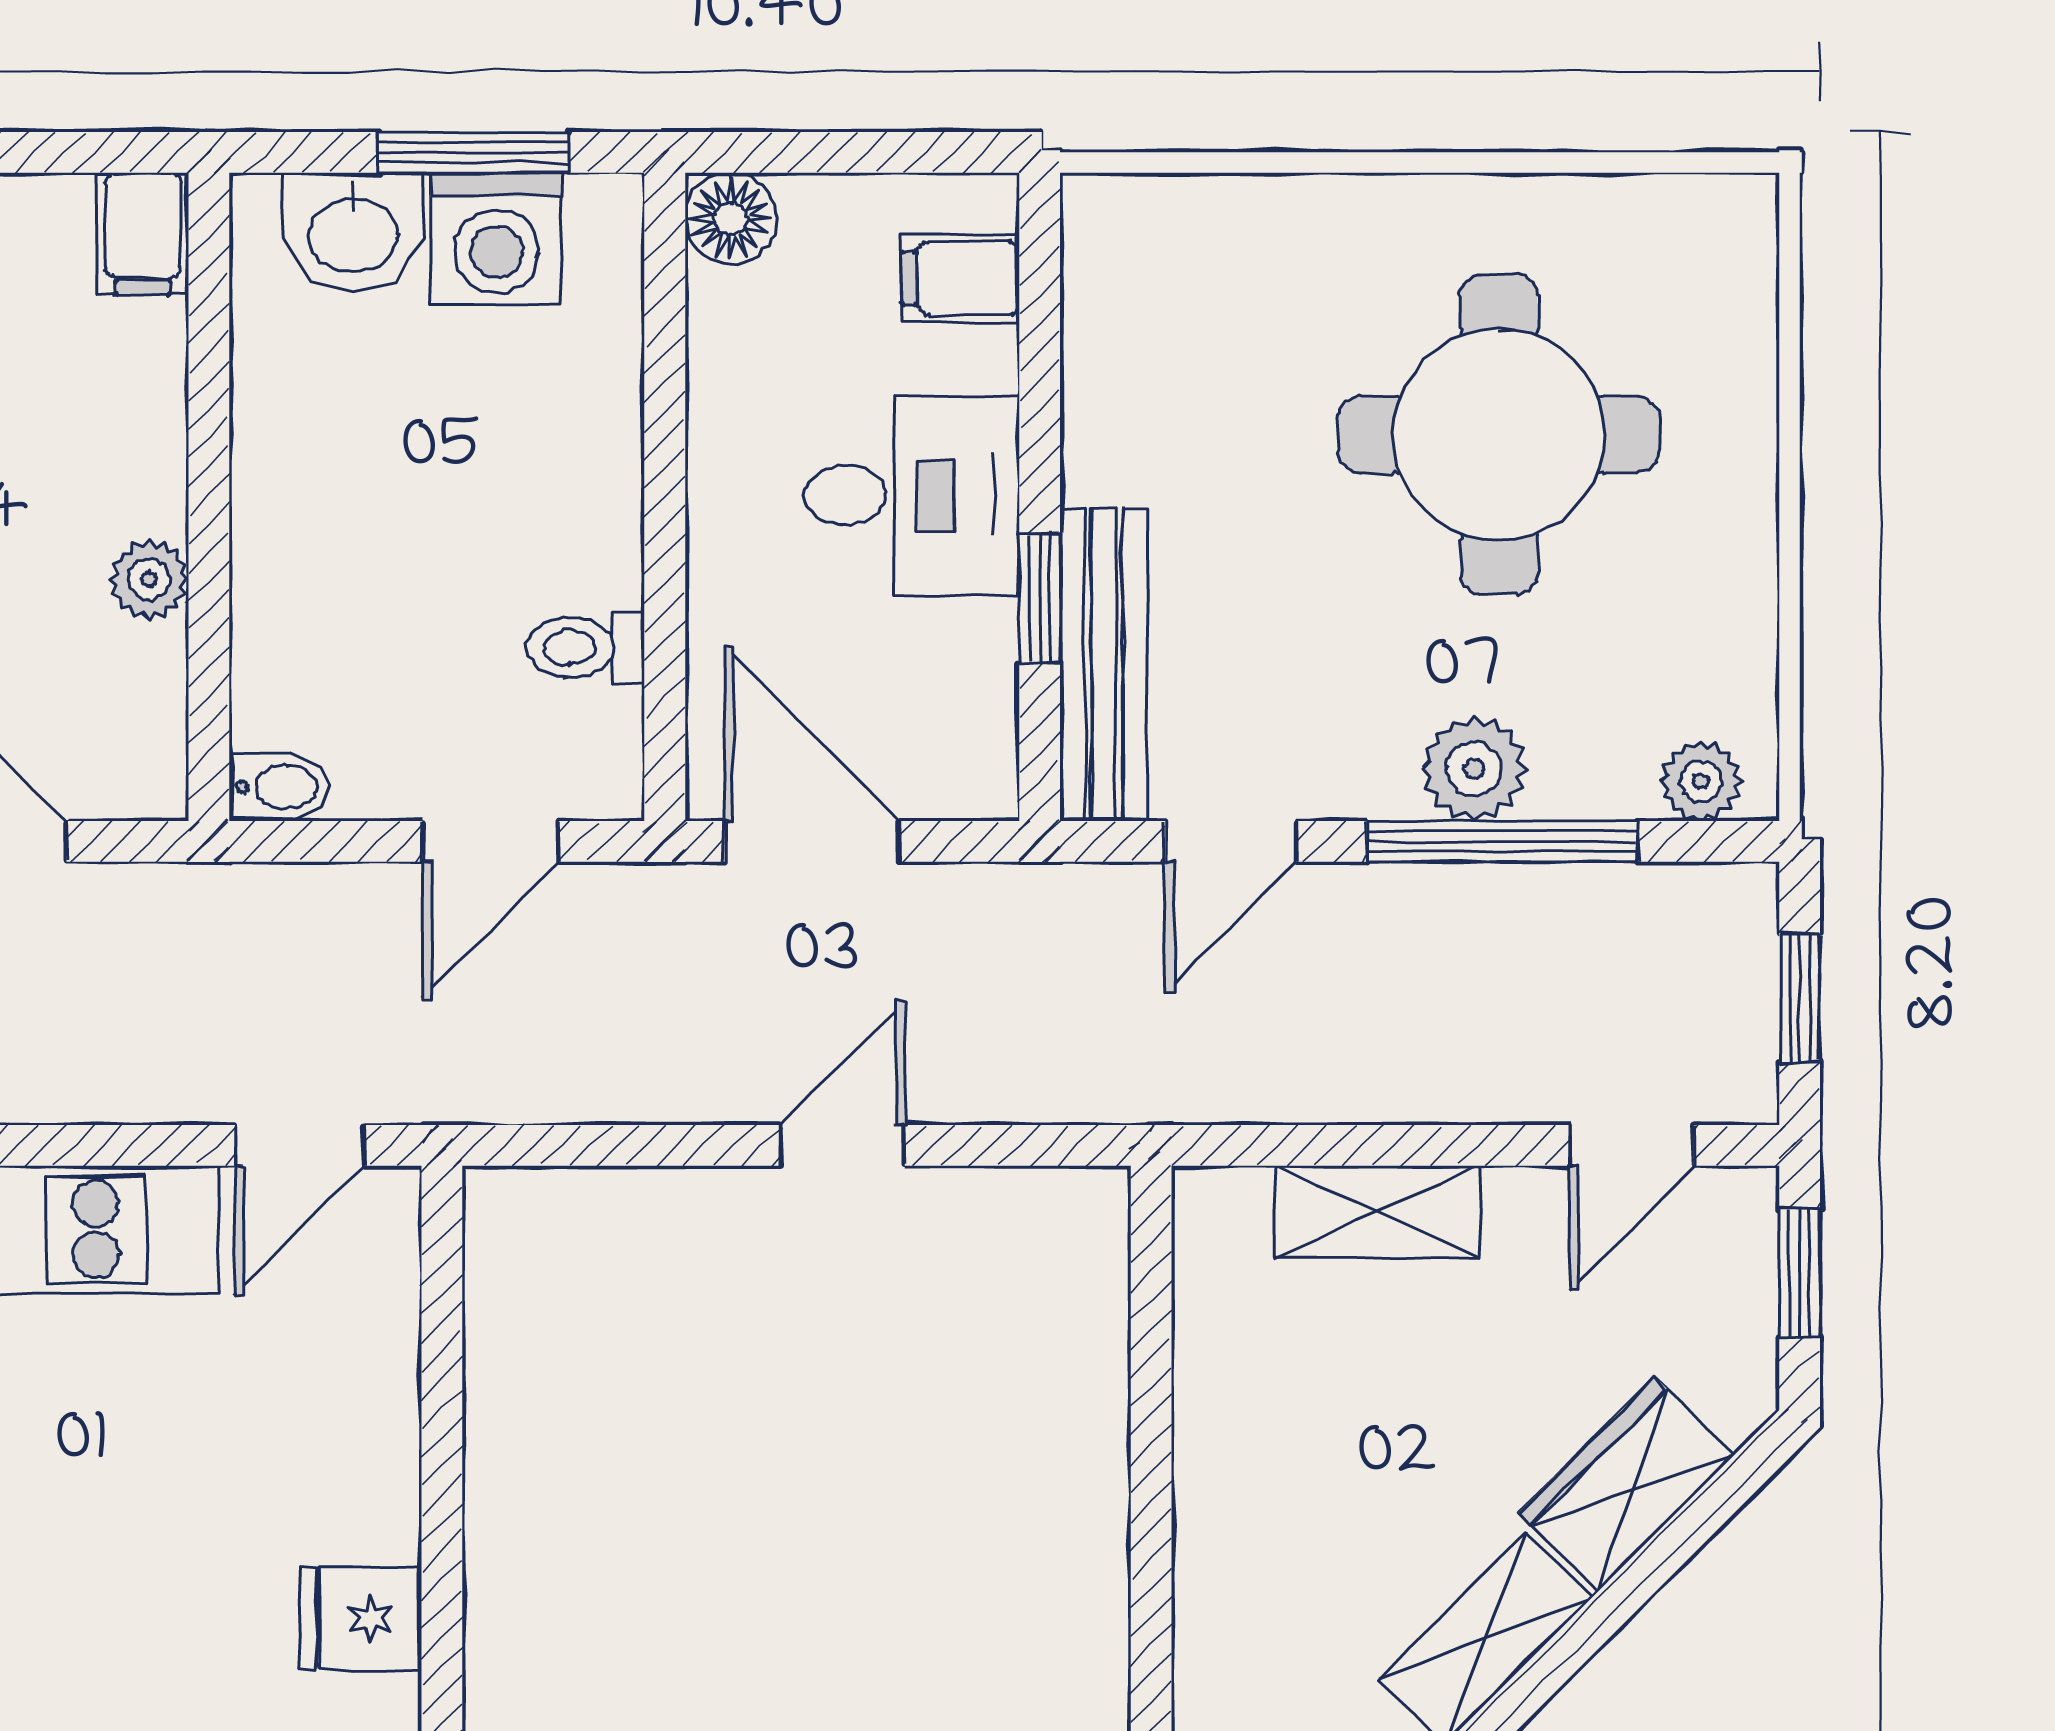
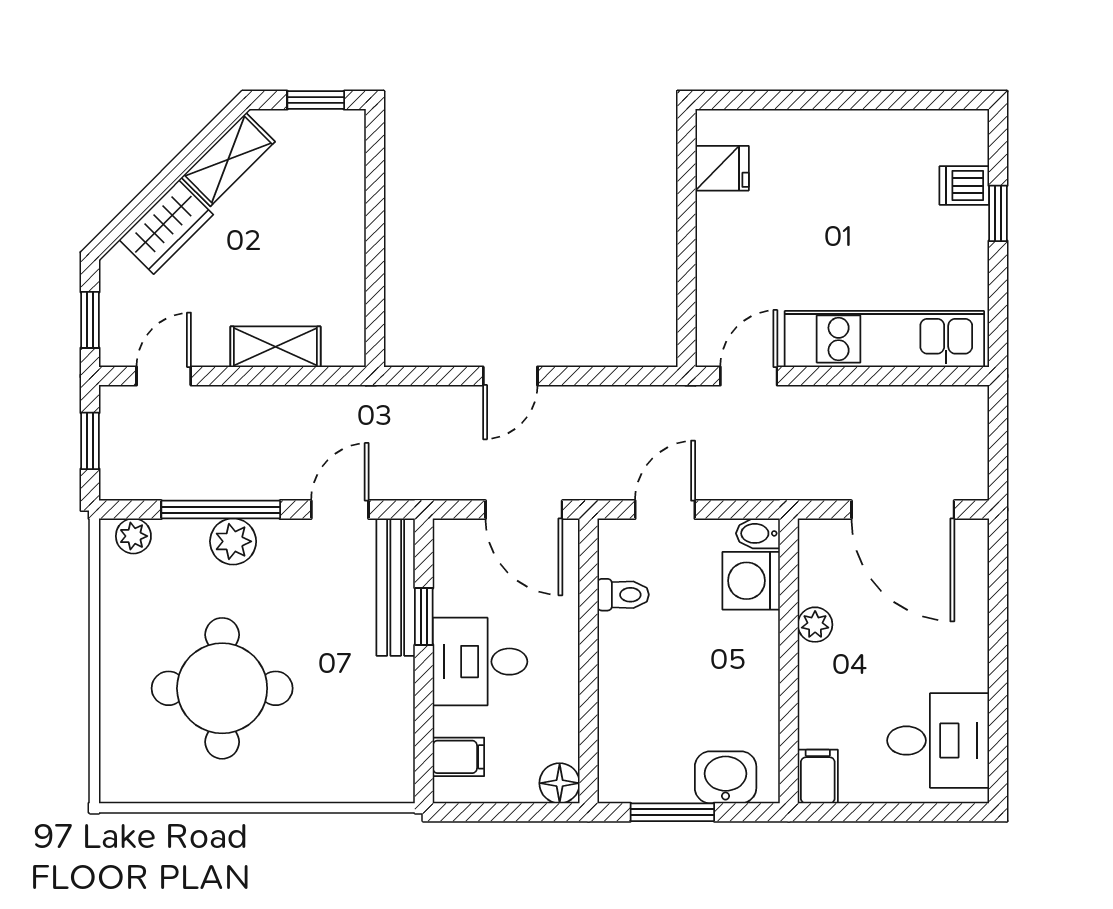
washing machine: (496, 238) -> (751, 581), moved, turned -90

